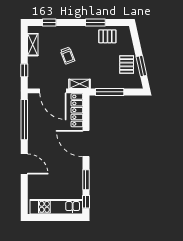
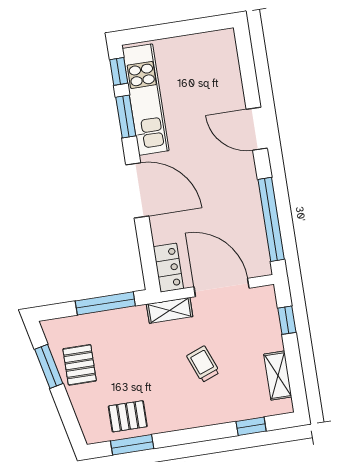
window: (95, 22) -> (132, 445), moved
locker: (77, 110) -> (168, 268), width x0.66
kitchen unit: (56, 207) -> (146, 100), moved, turned -90

